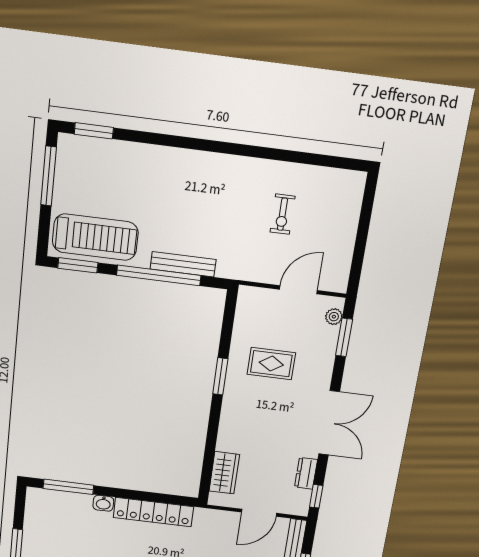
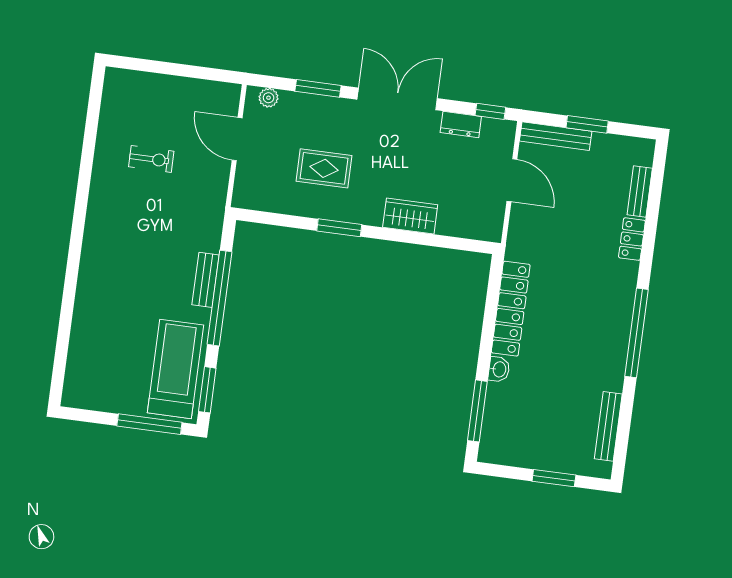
window: (94, 131) -> (59, 367), removed
window: (49, 176) -> (149, 424), moved
bench: (183, 264) -> (206, 280), width x0.73
window: (344, 337) -> (318, 88), moved
rug: (271, 364) -> (324, 168), turned 90
wardrobe: (224, 473) -> (410, 216), moved

